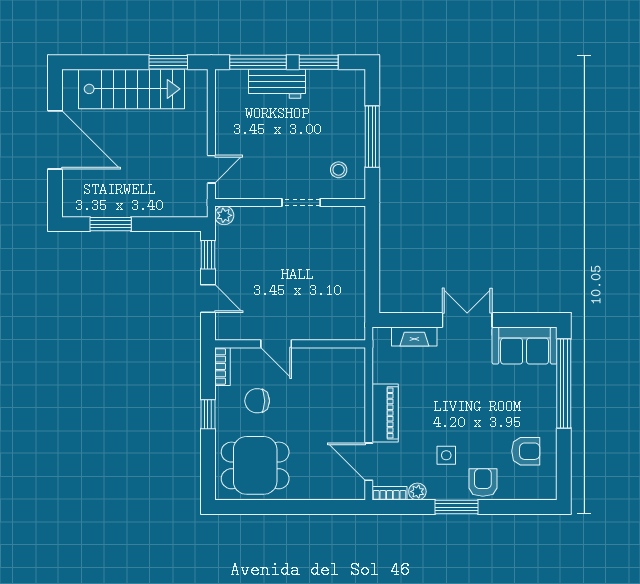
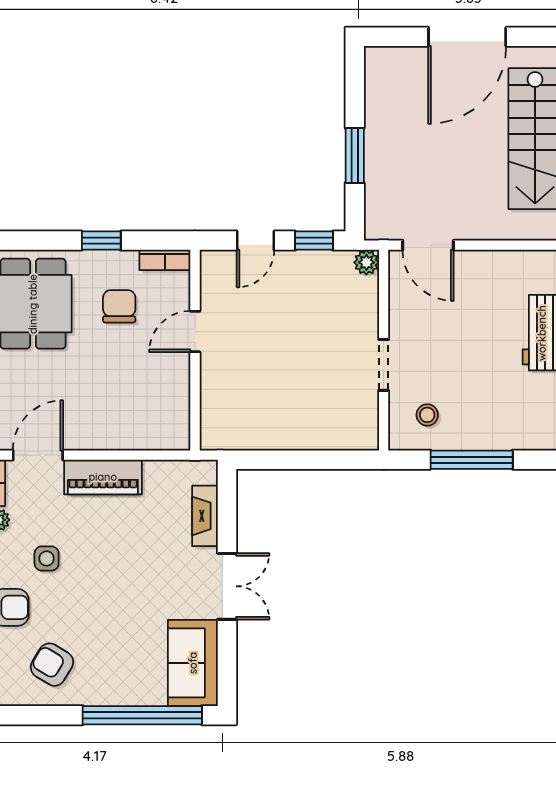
door: (211, 169) -> (428, 245), width x1.38
window: (111, 224) -> (355, 155), moved
armchair: (526, 451) -> (52, 665), turned 121

